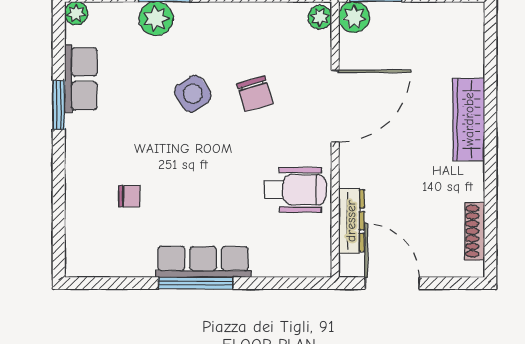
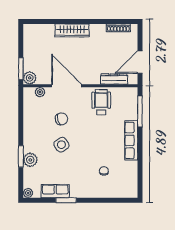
plant: (320, 17) -> (40, 92), moved
window: (196, 283) -> (140, 111), moved

